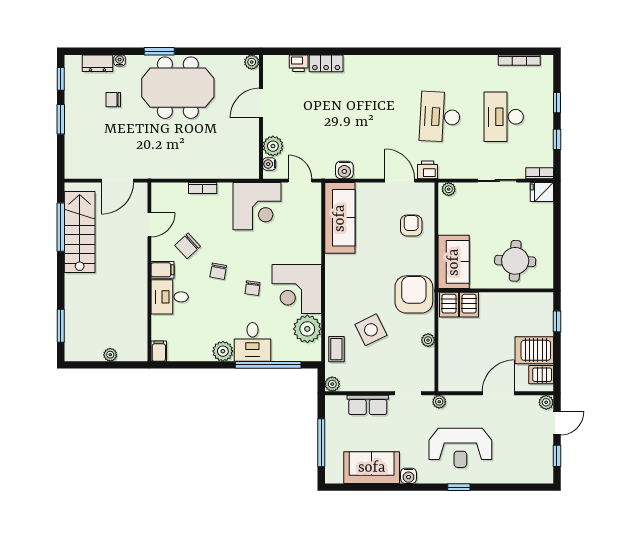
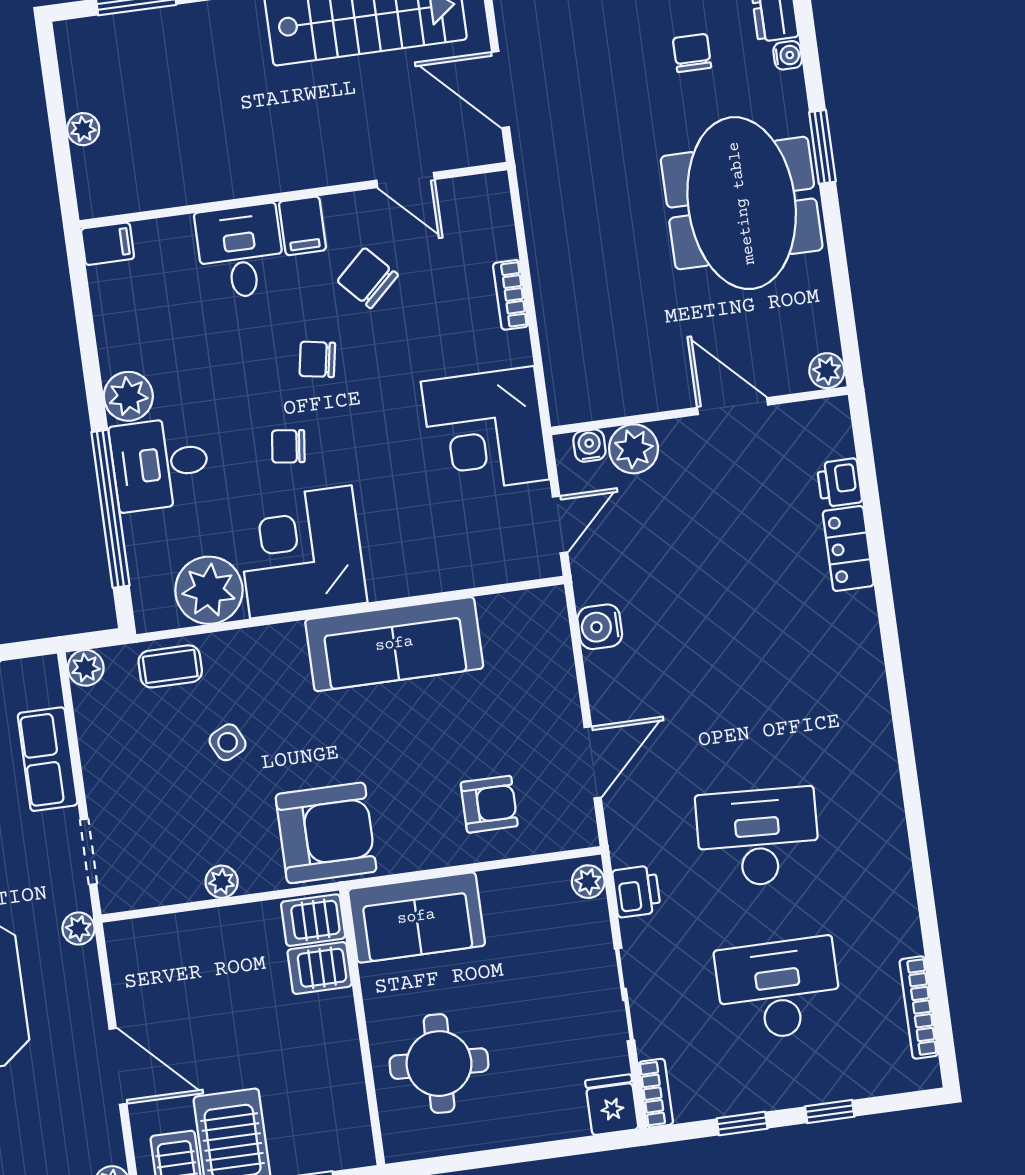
printer: (428, 170) -> (637, 891), moved
sofa: (340, 218) -> (394, 644), moved
side table: (371, 330) -> (228, 742), width x0.54, depth x0.54

